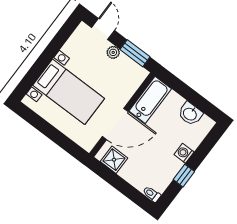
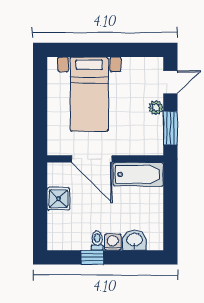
washbasin: (190, 114) -> (134, 240), moved, turned 90
shower: (114, 160) -> (58, 199), moved
toilet: (152, 194) -> (97, 241), moved

